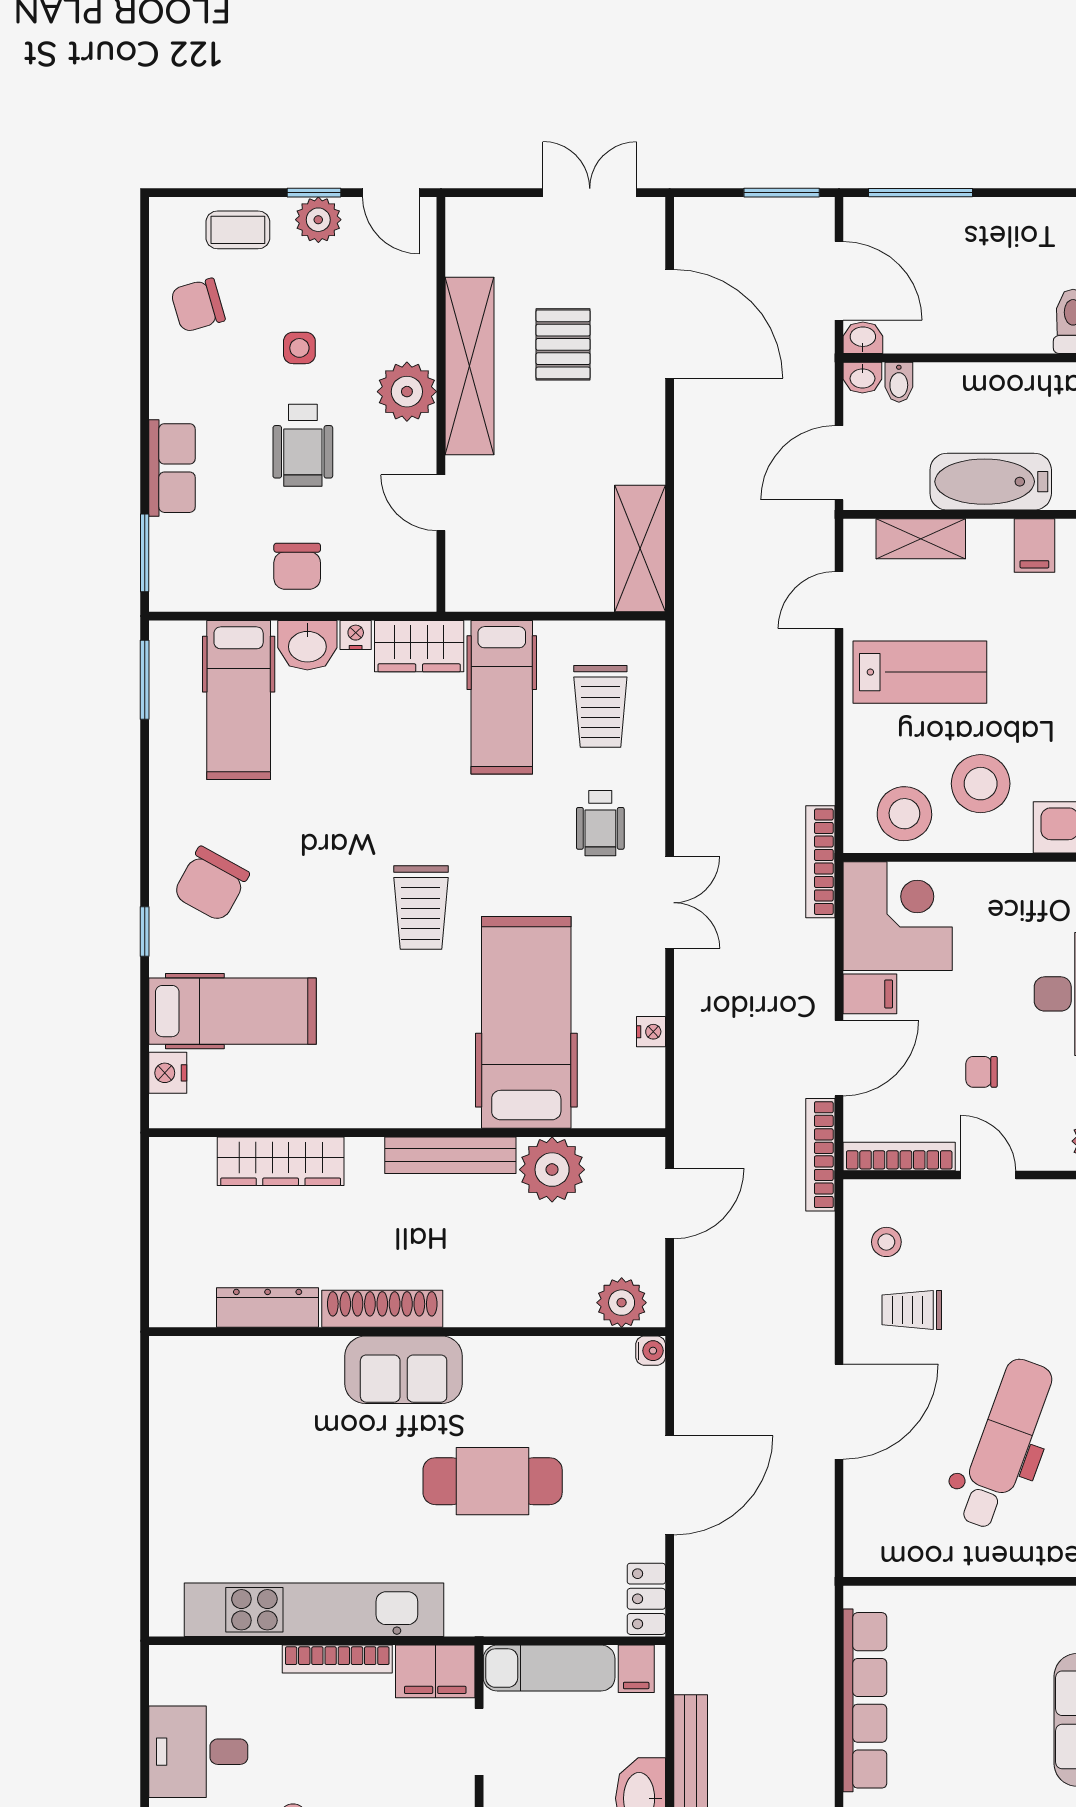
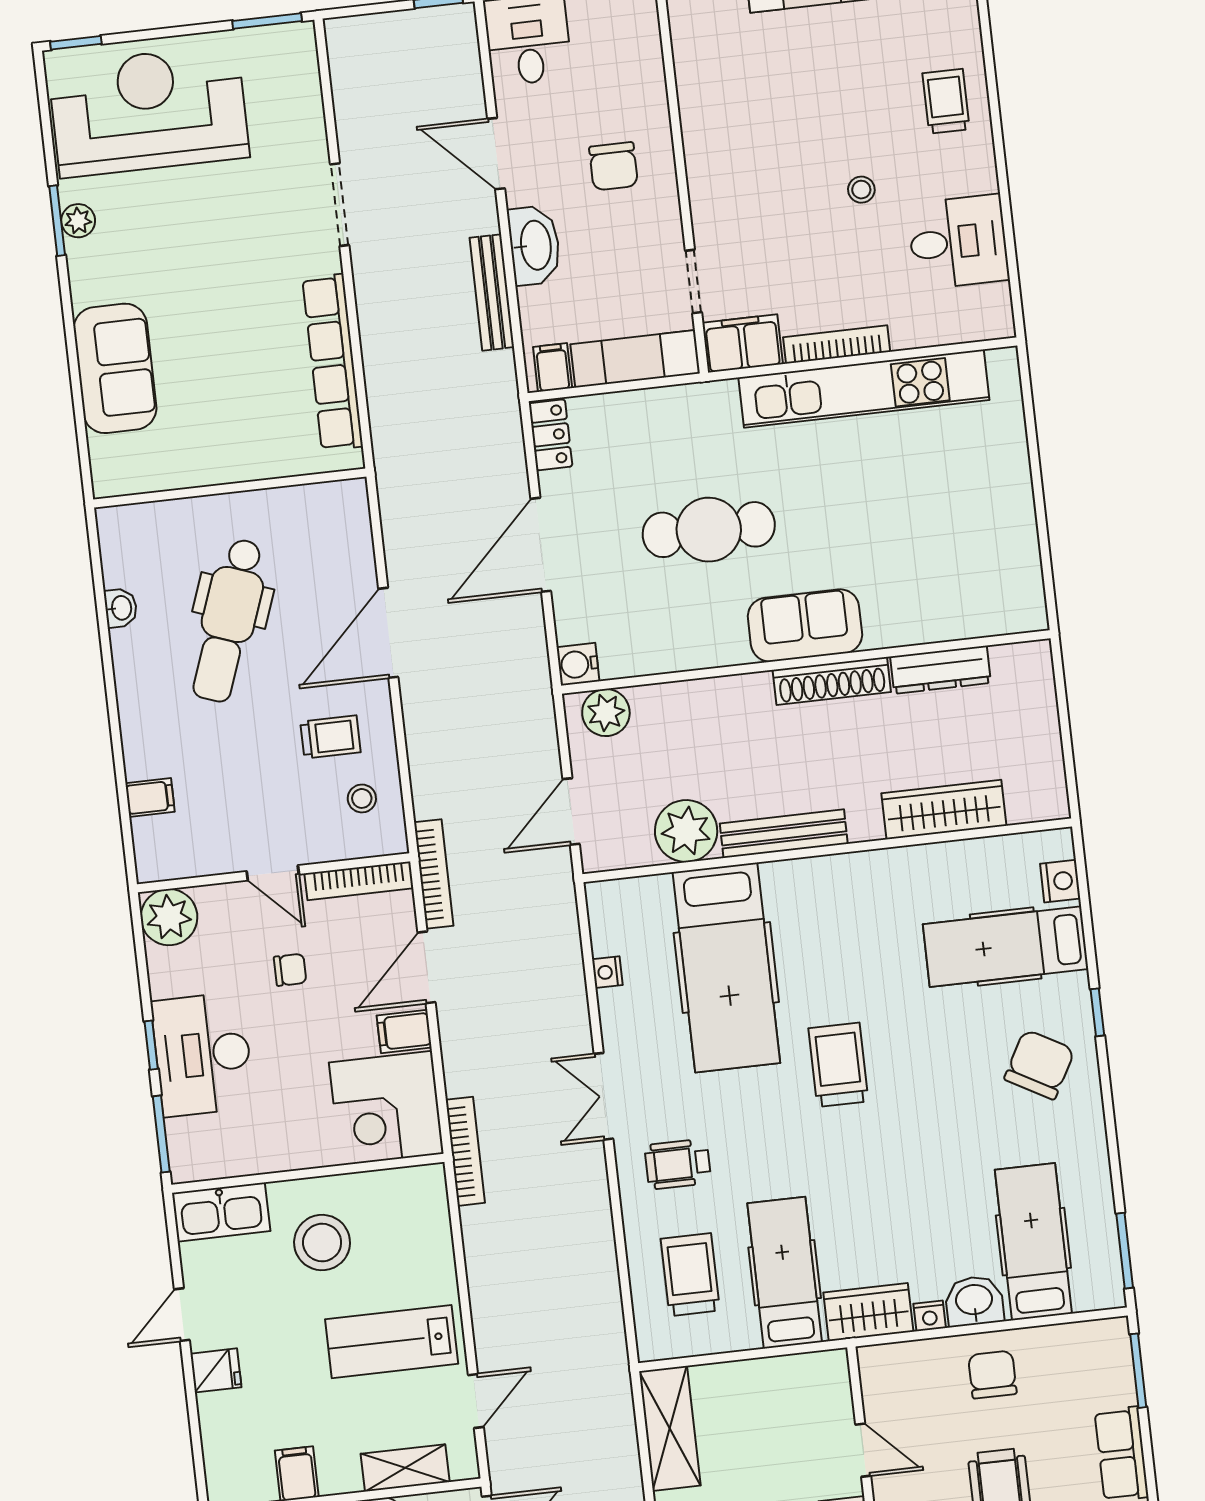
stool: (904, 814) -> (391, 1206), removed
wheelchair: (600, 823) -> (678, 1164), turned -90
water cooler: (651, 1351) -> (578, 664), width x1.38, depth x1.38

